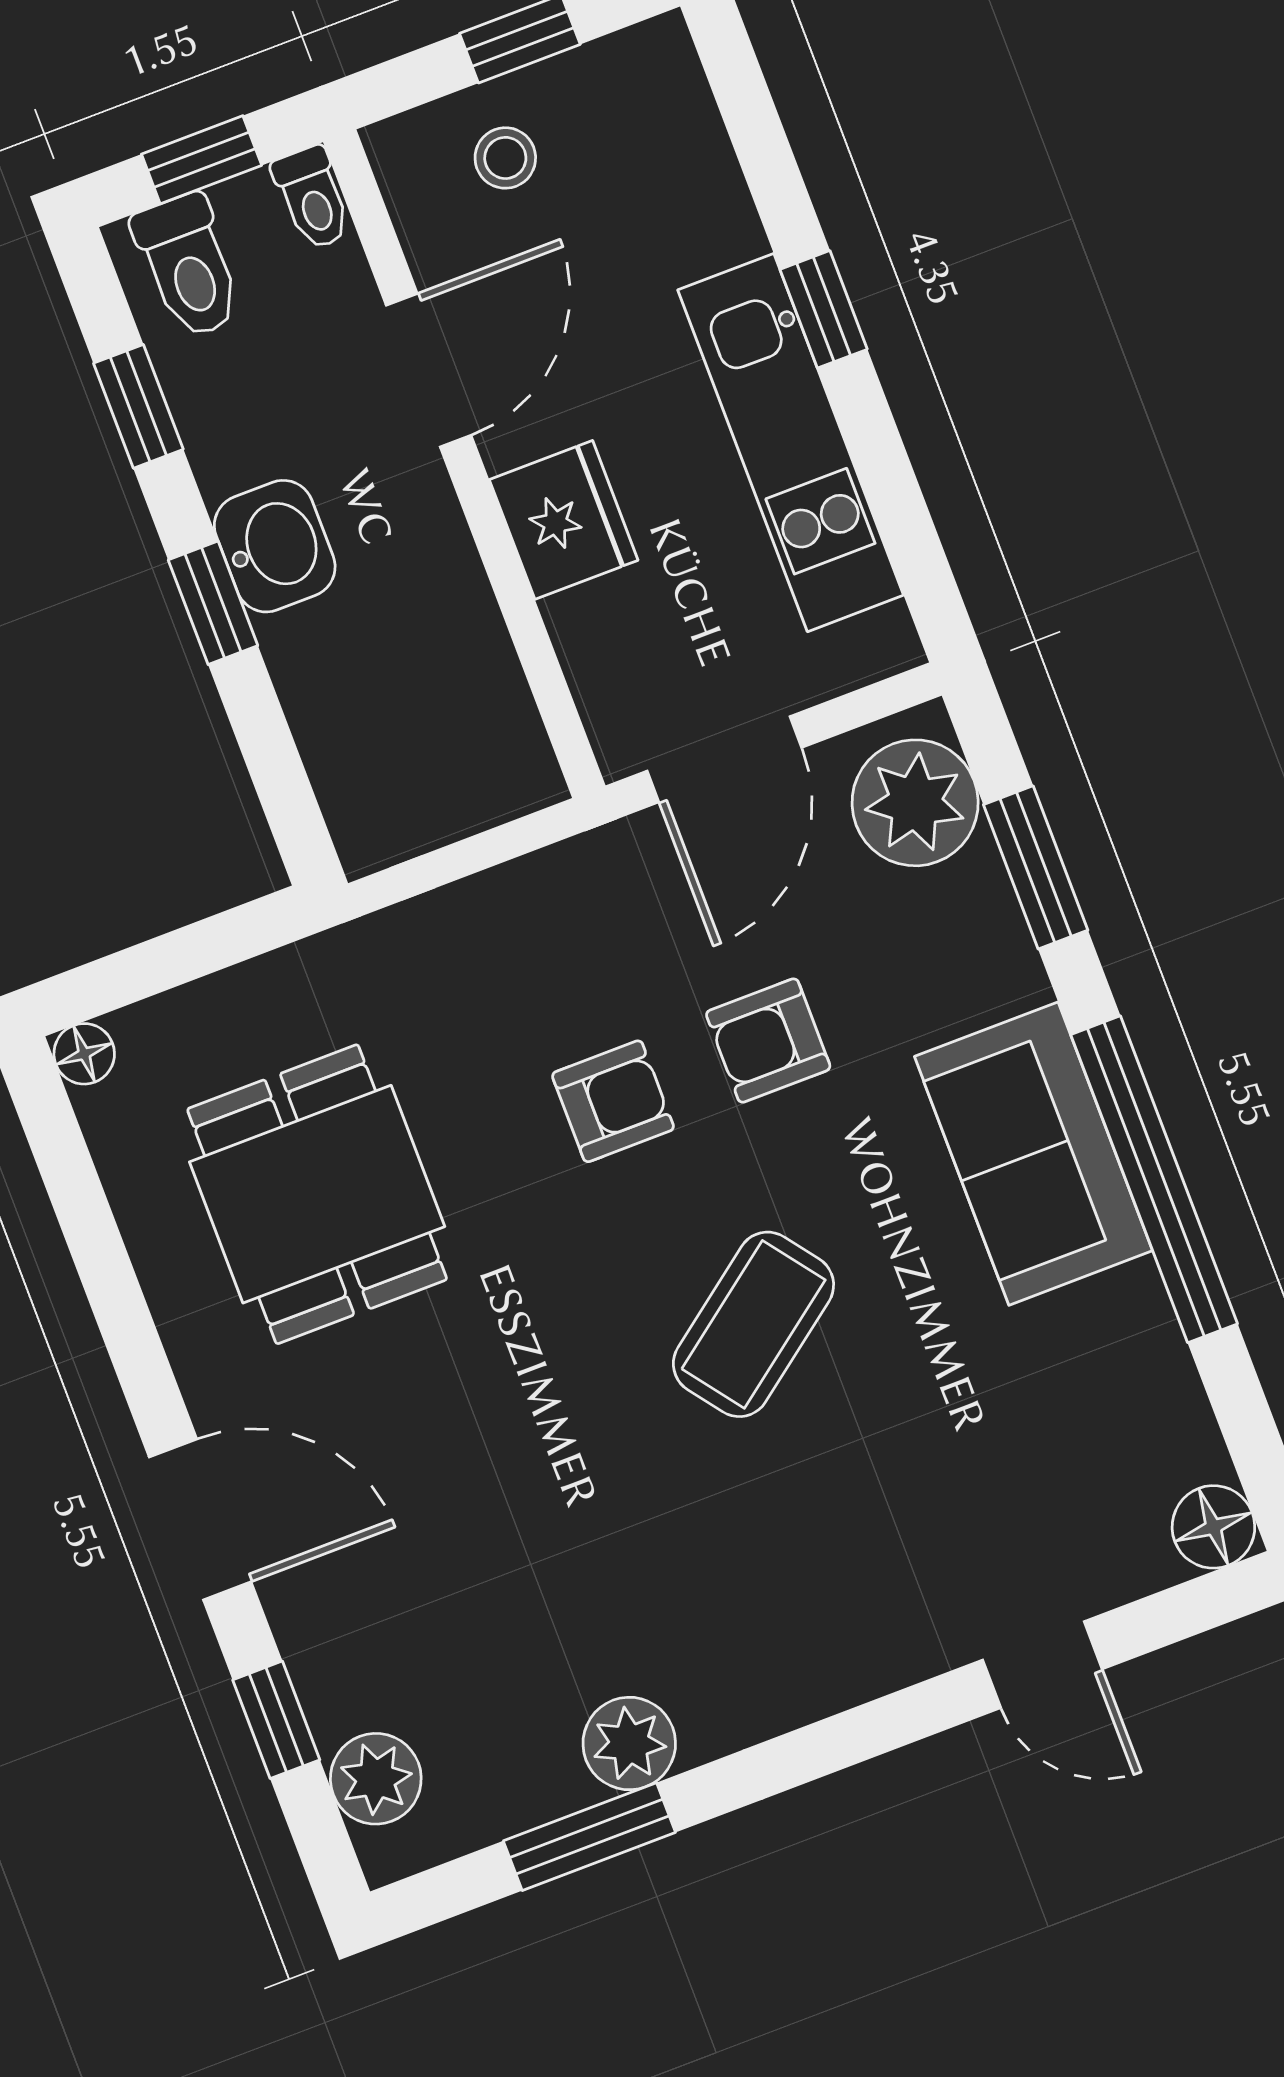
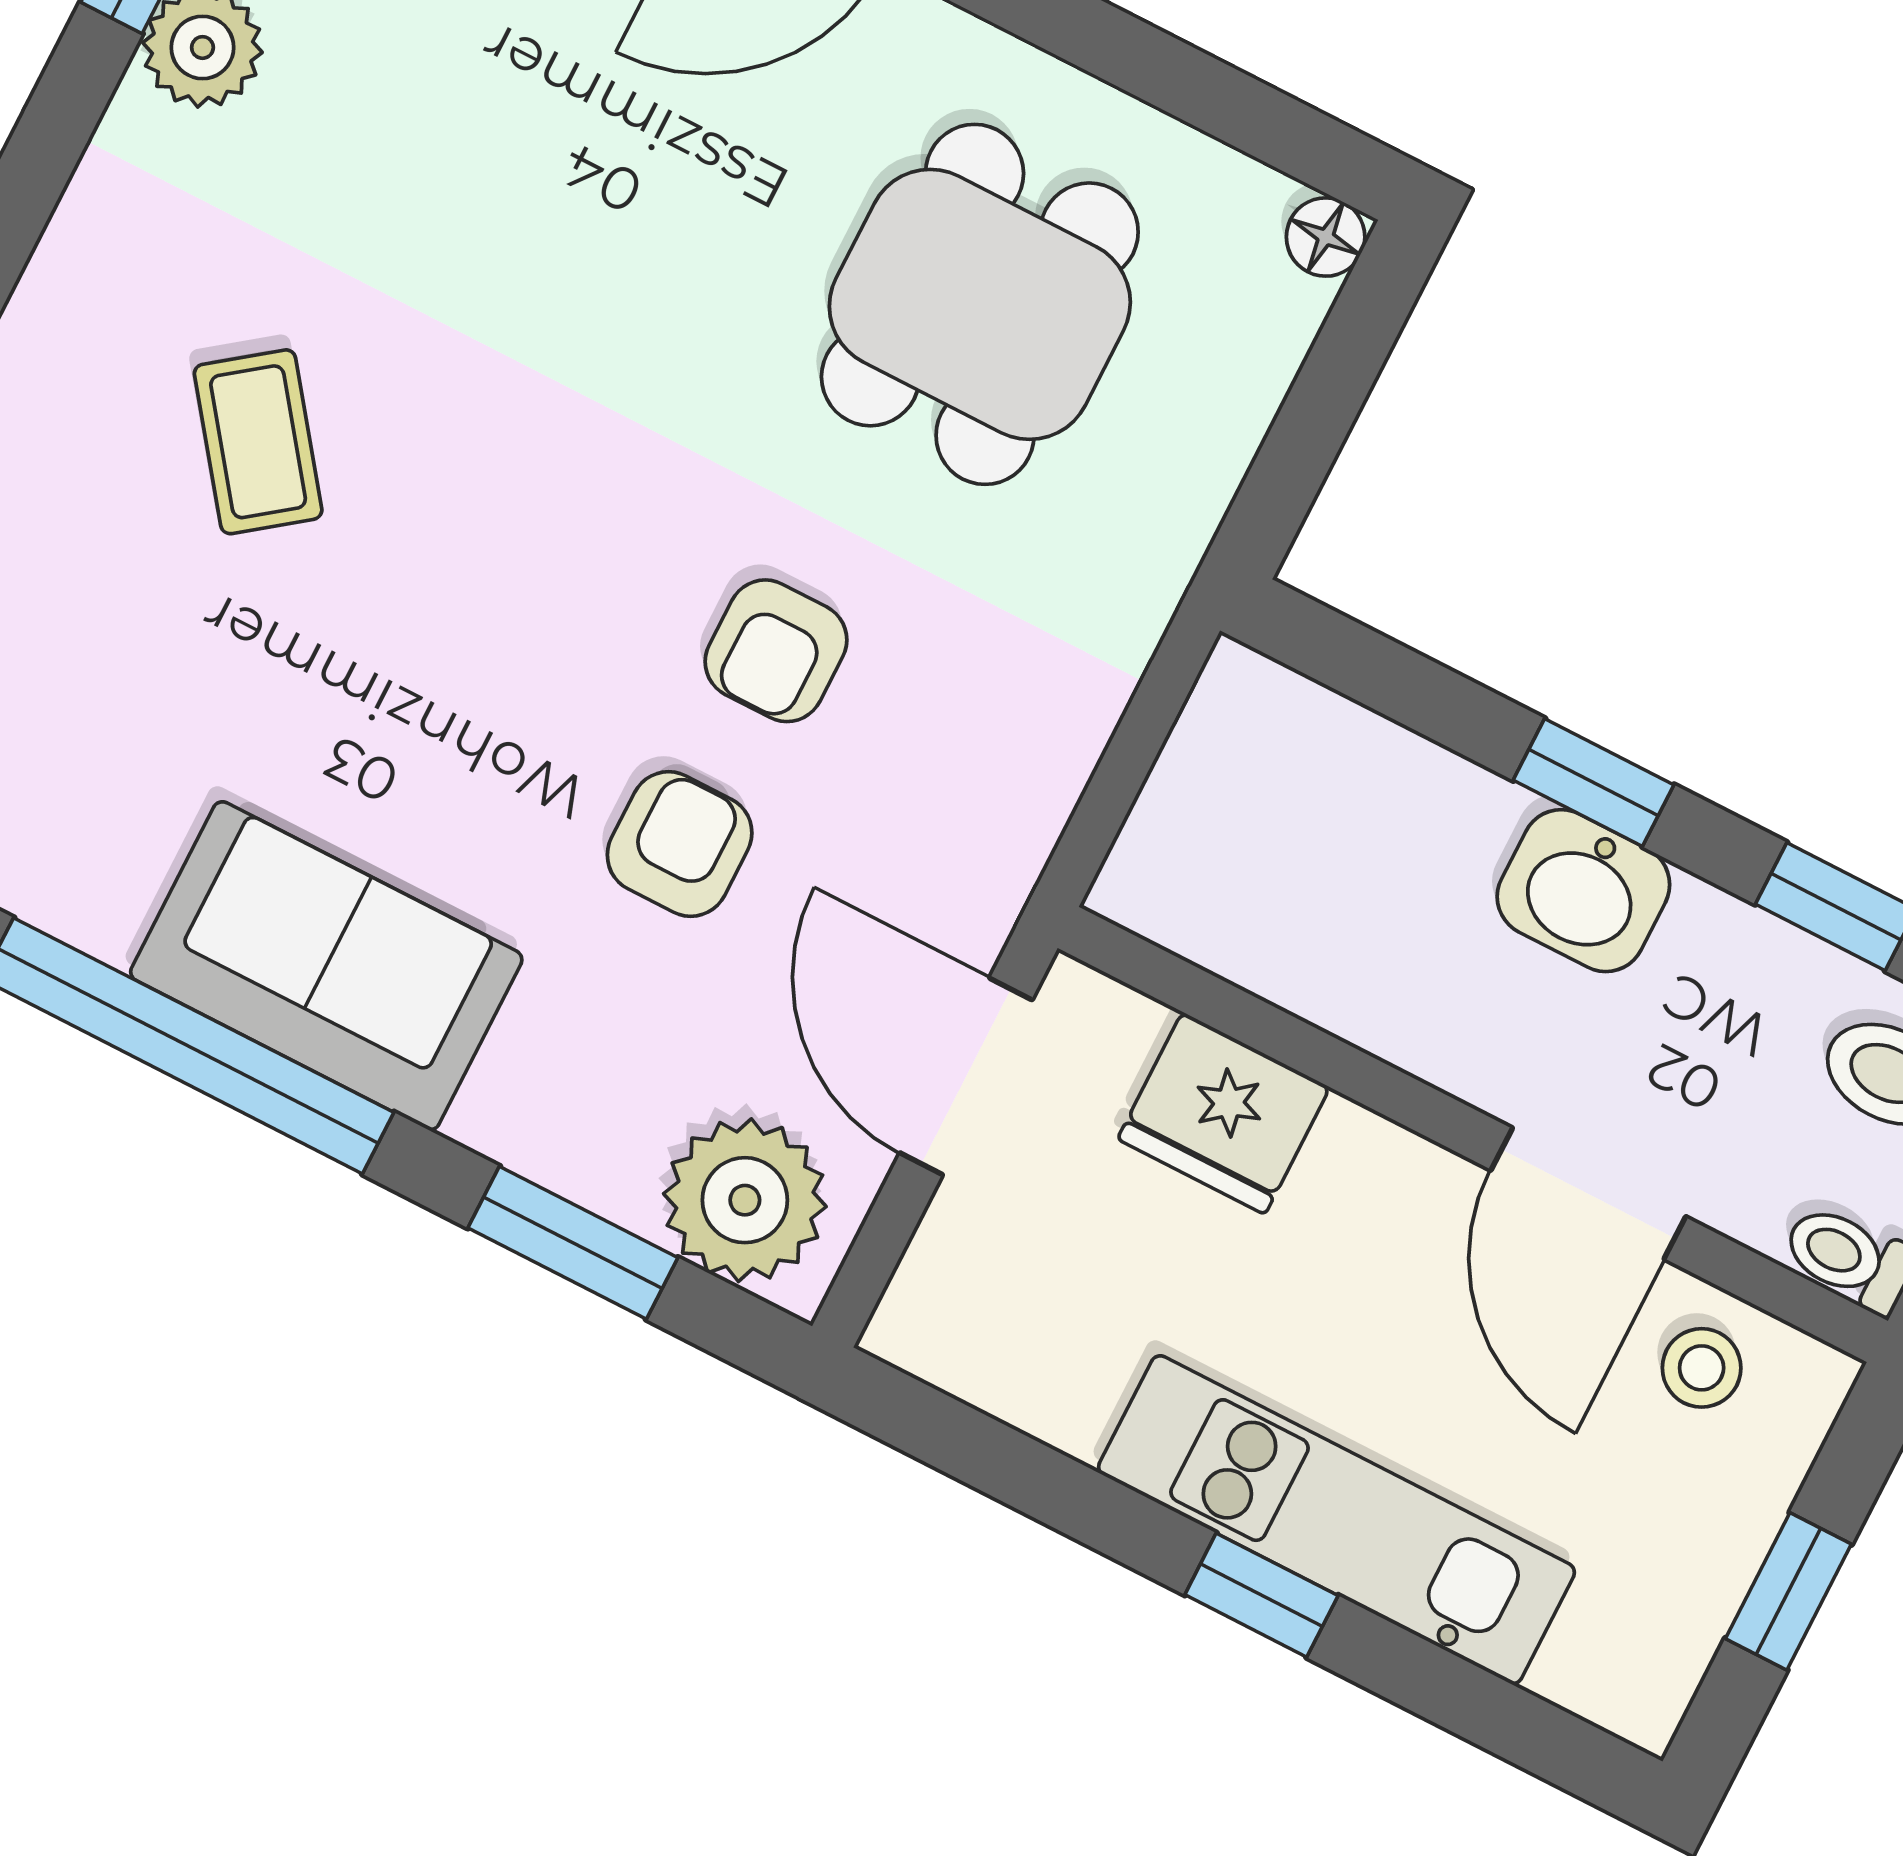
stool: (505, 158) -> (1702, 1368), moved
kitchen unit: (791, 443) -> (1337, 1520), moved
fridge: (564, 520) -> (1224, 1113), moved
dining table: (317, 1194) -> (980, 304), turned 90
coffee table: (753, 1324) -> (258, 442), moved, width x0.73, depth x0.77

